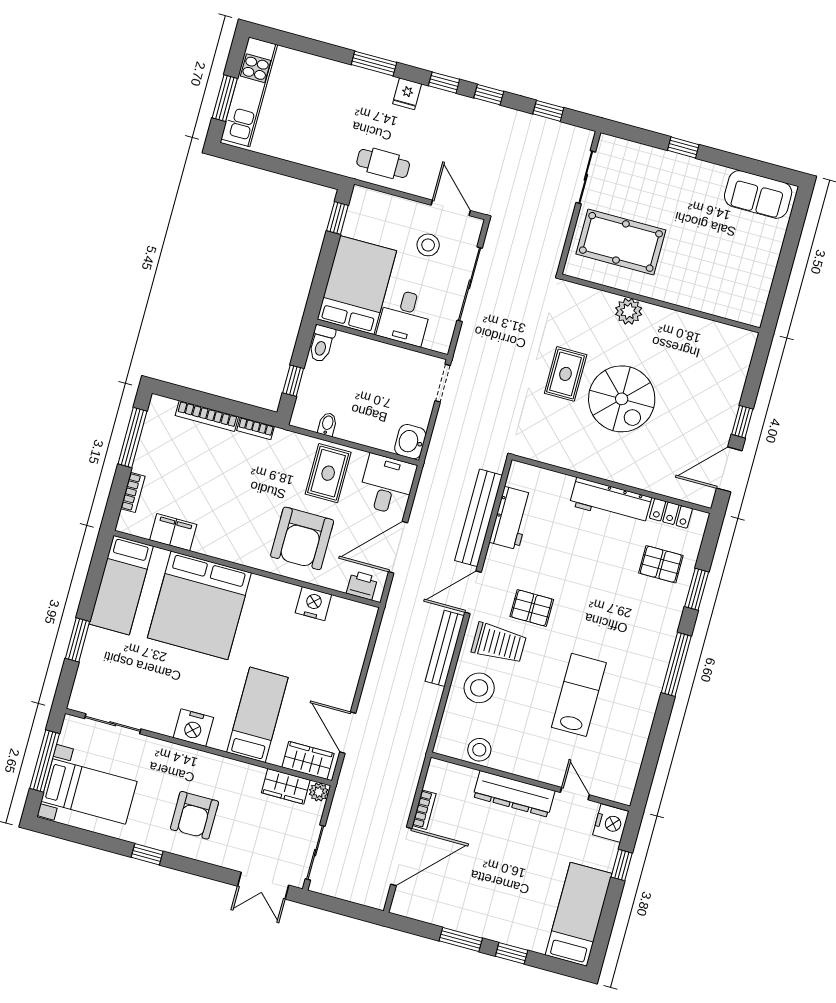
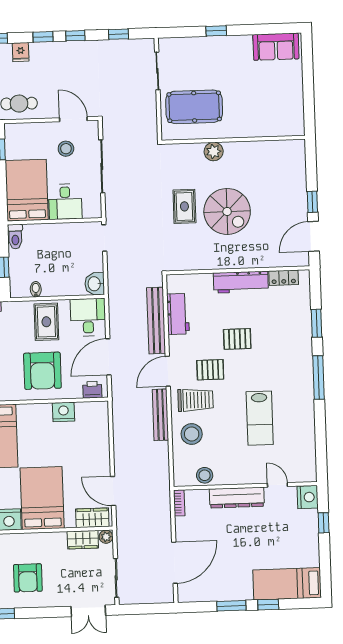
pallet: (661, 564) -> (237, 339), moved
lab bench: (579, 695) -> (260, 418), turned 180
bed: (257, 715) -> (42, 498), width x1.50
bookcase: (424, 810) -> (179, 503), moved
bed: (579, 914) -> (287, 584), moved, turned -90

